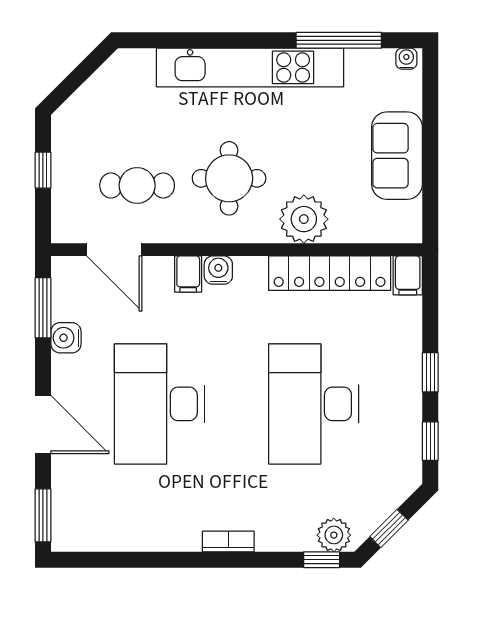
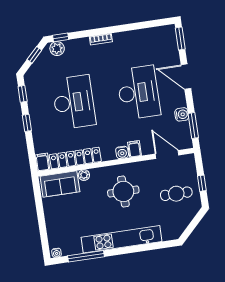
sofa: (397, 156) -> (60, 184), moved, turned 90
cafe table: (137, 185) -> (176, 194), moved
plant: (304, 219) -> (84, 175), width x0.53, depth x0.53

